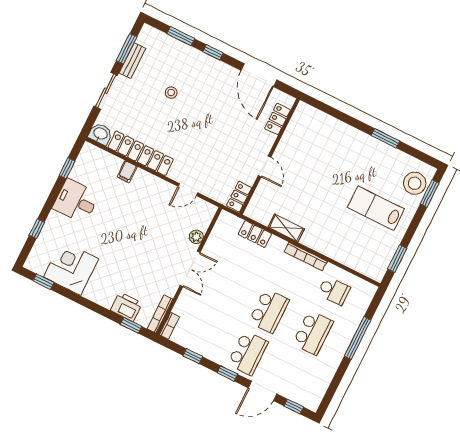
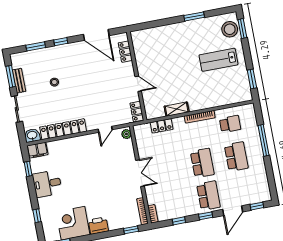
filing cabinet: (127, 172) -> (37, 150), moved, width x2.00
plant: (196, 237) -> (126, 134), moved
printer: (126, 307) -> (98, 226), moved

